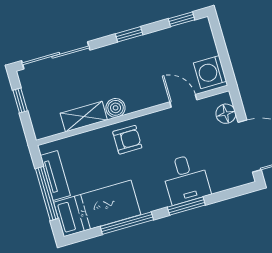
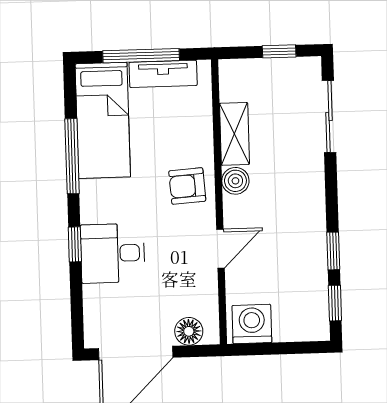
window: (129, 34) -> (333, 251), moved
sliding door: (56, 55) -> (329, 116), width x0.73
door: (183, 101) -> (220, 249), moved
armchair: (127, 140) -> (187, 186), turned 86
window: (186, 206) -> (75, 244), width x0.67

